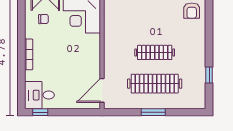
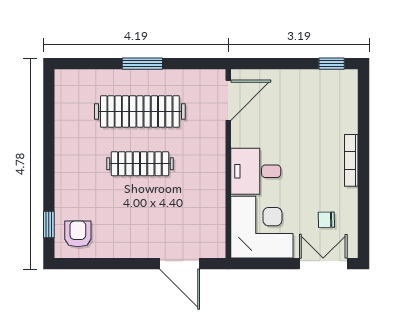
window: (209, 75) -> (49, 225), moved
desk: (39, 95) -> (256, 171), moved, turned 180

